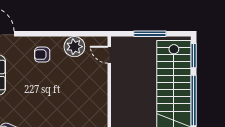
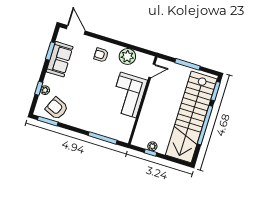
door: (109, 55) -> (152, 71), swing flipped
corner sofa: (90, 93) -> (128, 95), added

